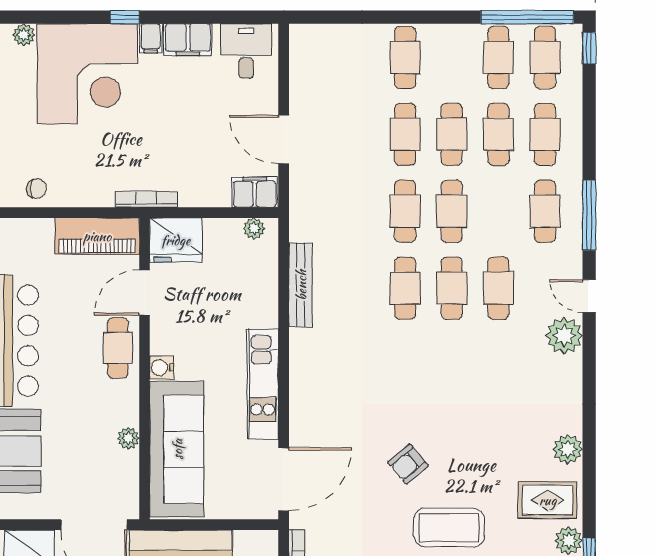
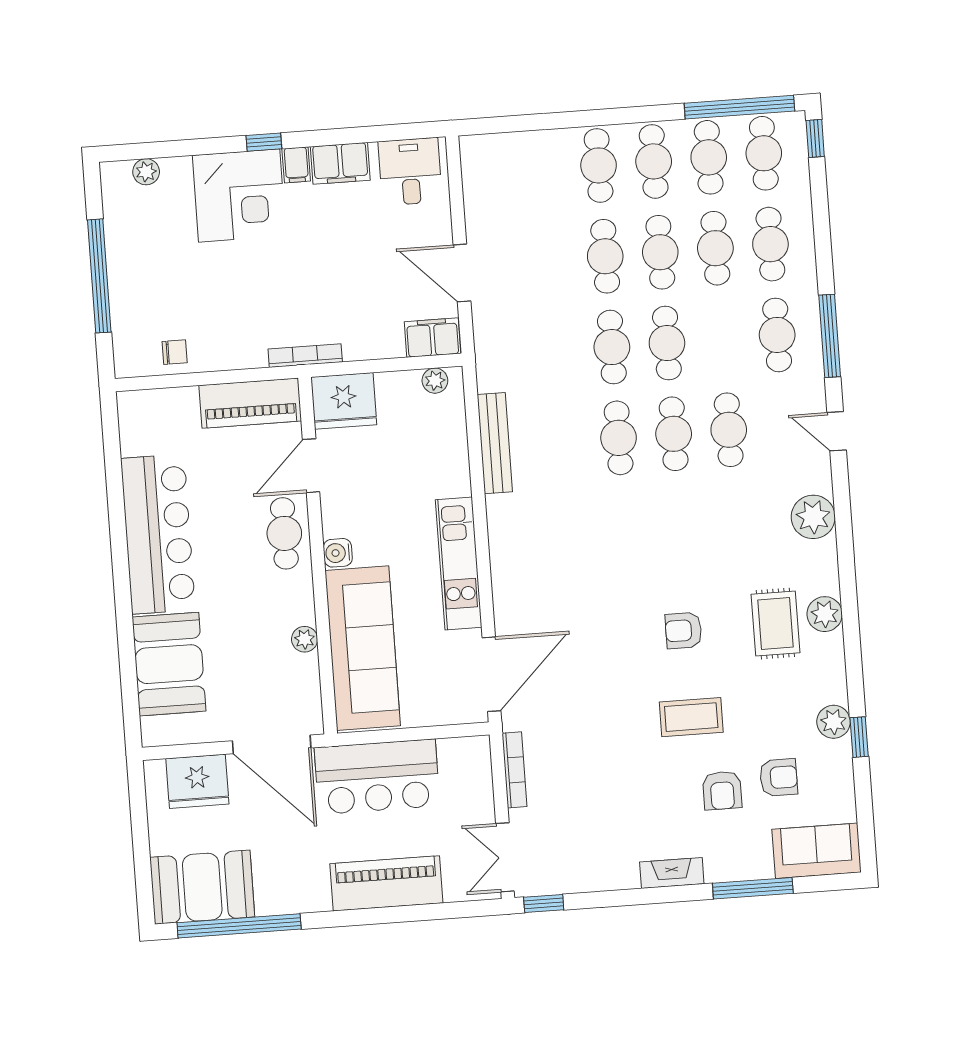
cafe table: (452, 57) -> (654, 161), added
corner desk: (87, 74) -> (239, 196), width x0.74, depth x0.74
plant: (564, 336) -> (813, 517), moved
armchair: (408, 464) -> (683, 630), moved, turned 40
rug: (548, 500) -> (775, 624), moved, turned 90
coffee table: (449, 528) -> (691, 717), width x0.73, depth x0.76

